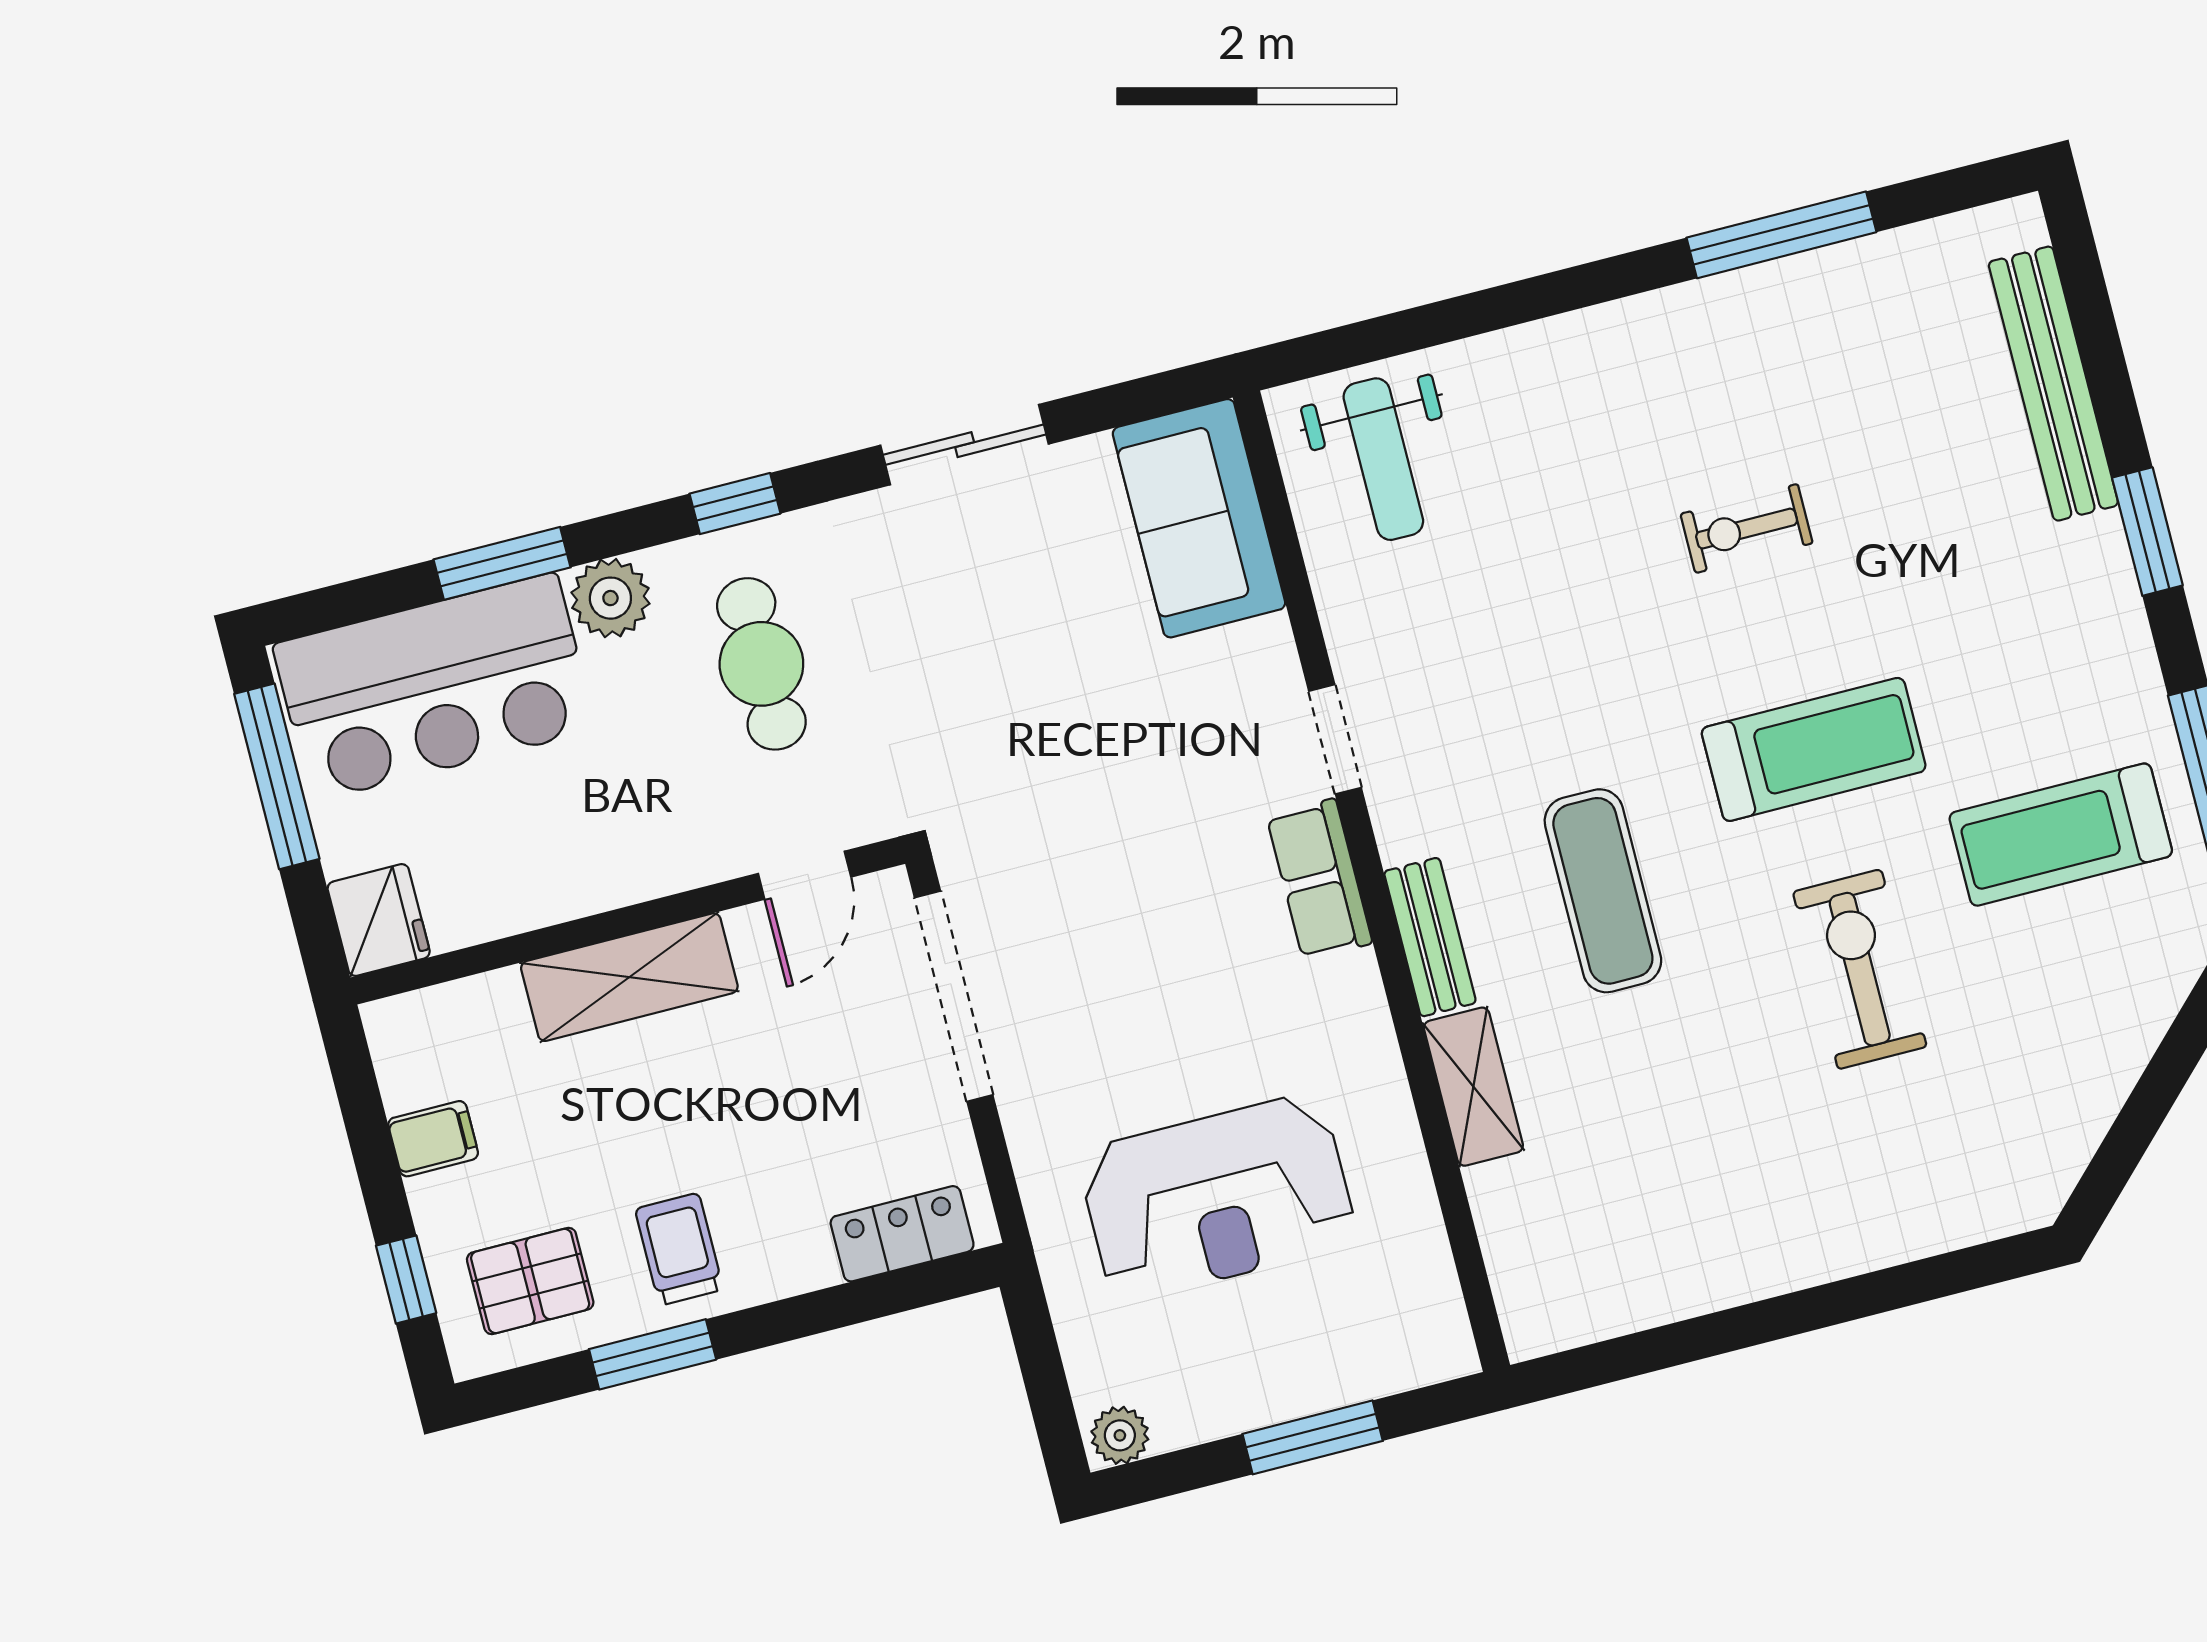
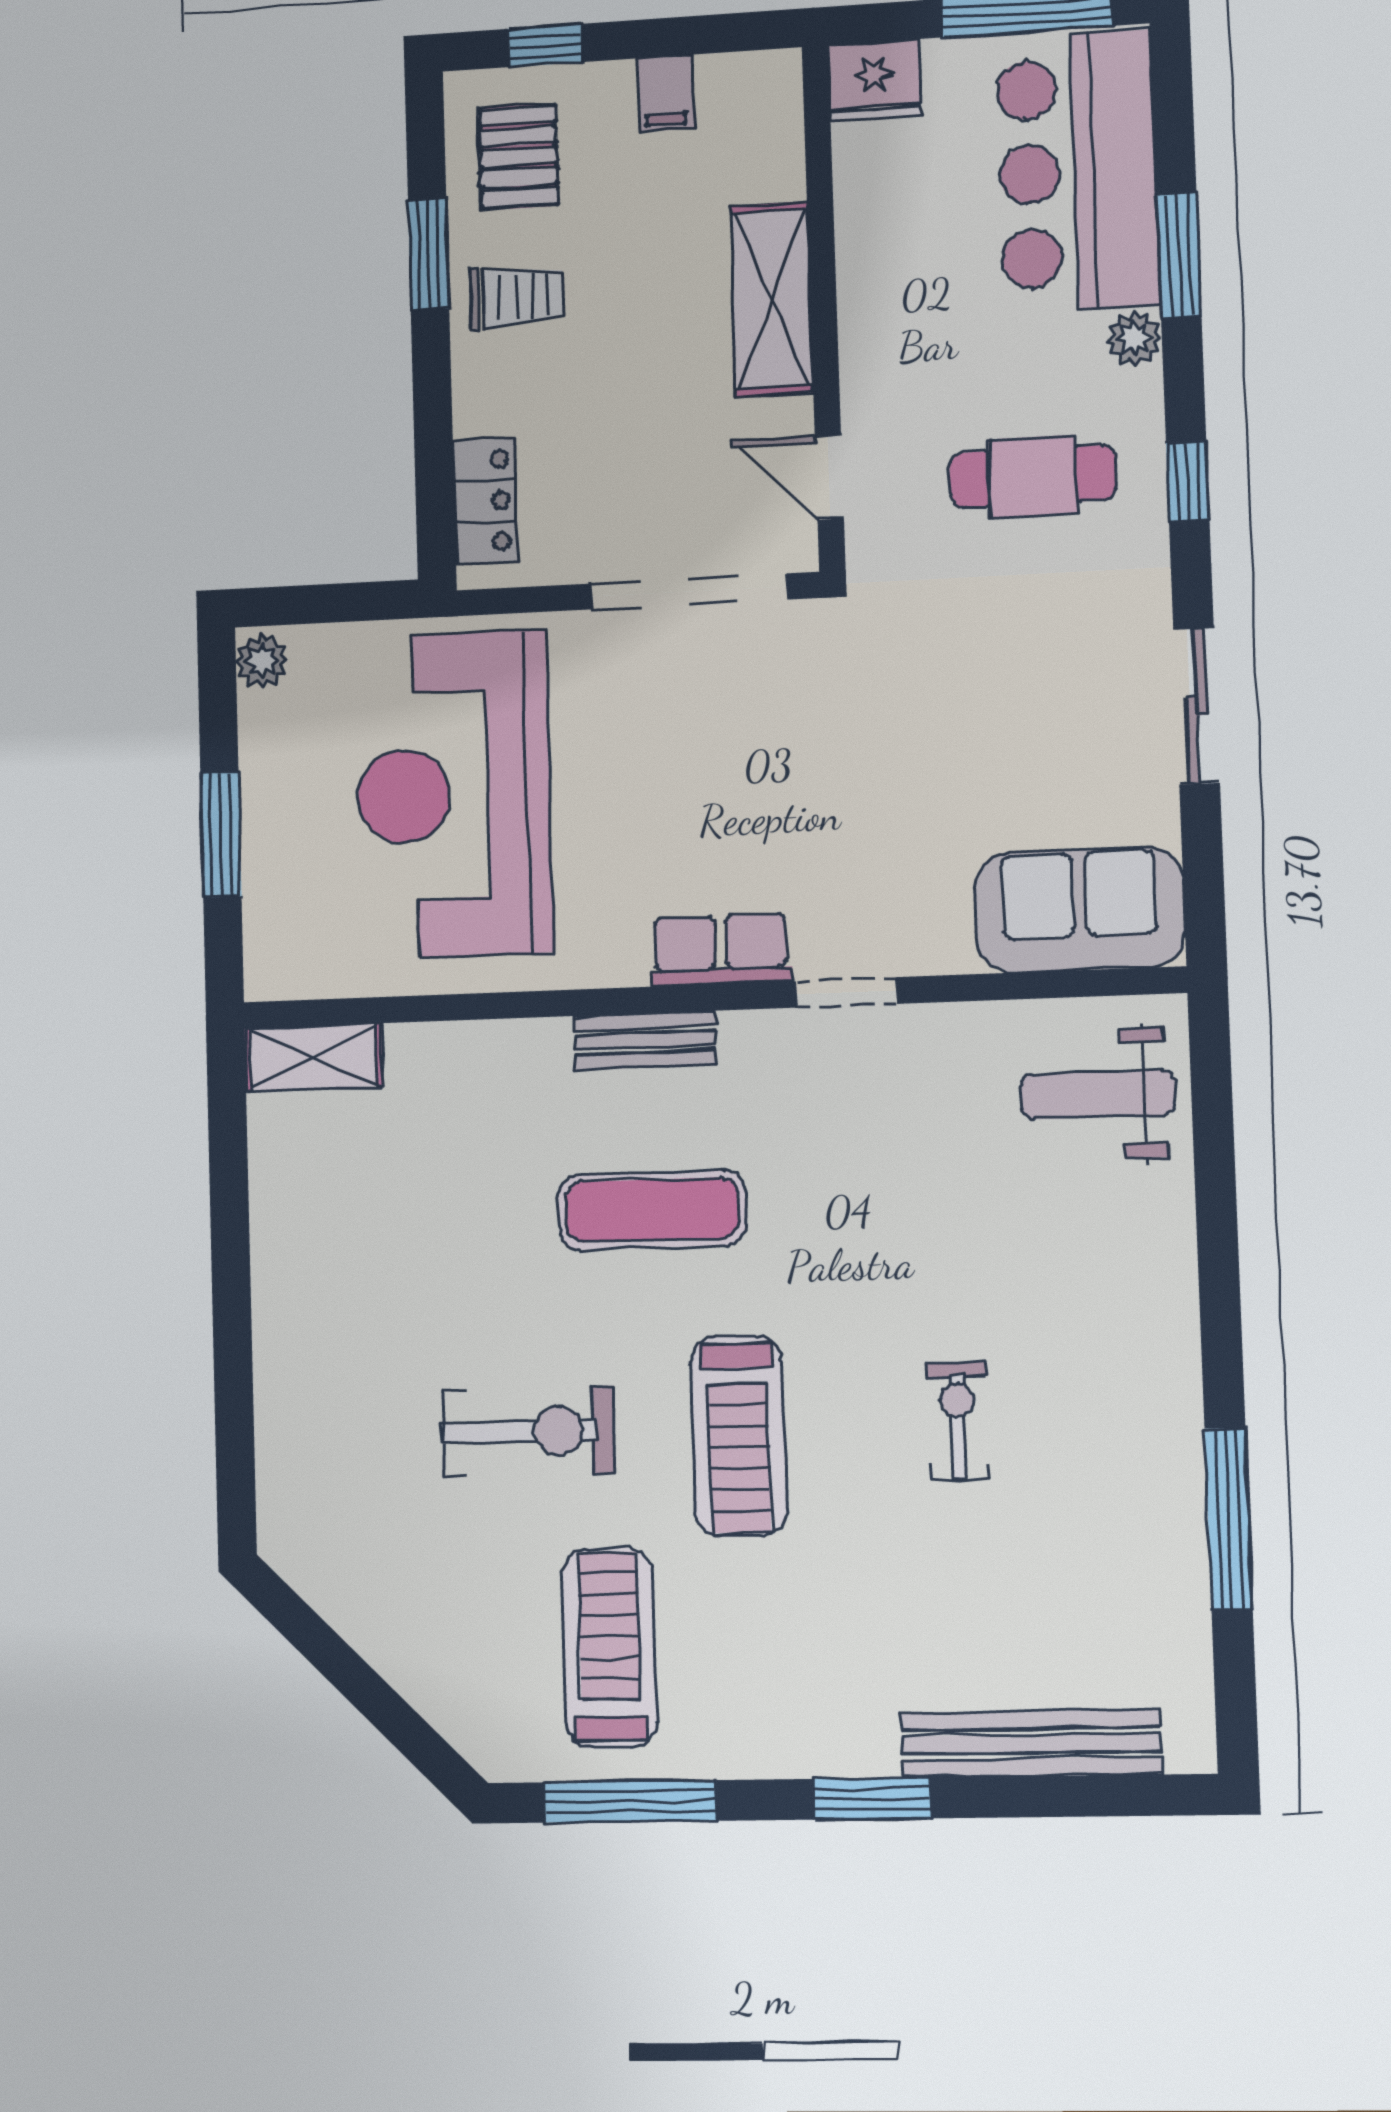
plant: (610, 598) -> (1134, 338), width x0.73, depth x0.73
shelving: (1473, 1087) -> (313, 1057), moved
reception desk: (1217, 1197) -> (454, 794), width x1.36, depth x1.30

